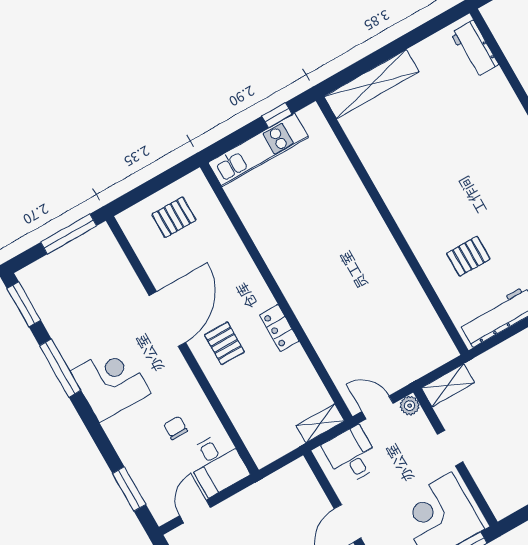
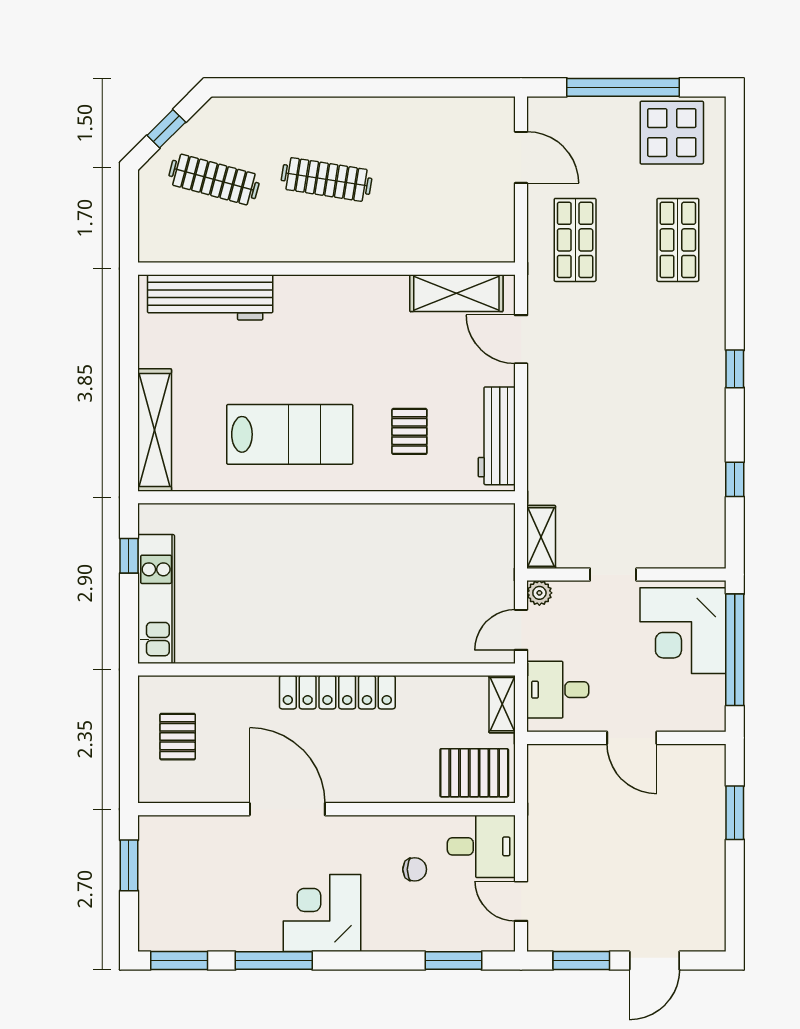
workbench: (475, 49) -> (210, 297), width x1.88, depth x1.32
lab bench: (420, 177) -> (290, 434), added
window: (69, 234) -> (129, 865), width x0.69
locker: (279, 328) -> (337, 692), width x2.16, depth x1.21
pallet: (224, 343) -> (474, 773), moved, width x1.50, depth x1.42
chair: (176, 428) -> (415, 869), turned 180

